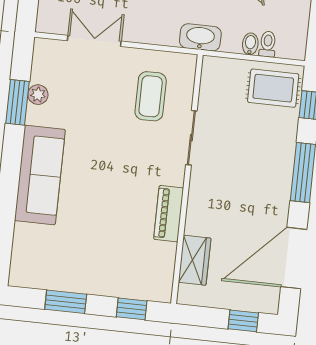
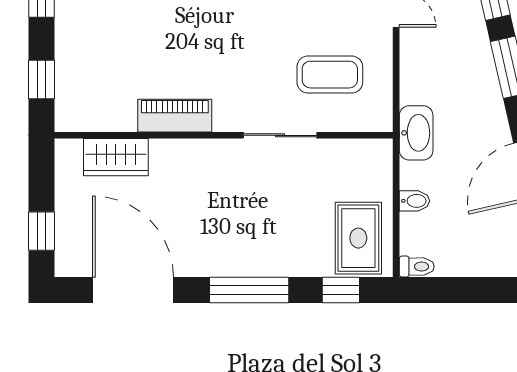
toilet: (268, 44) -> (417, 267), moved

